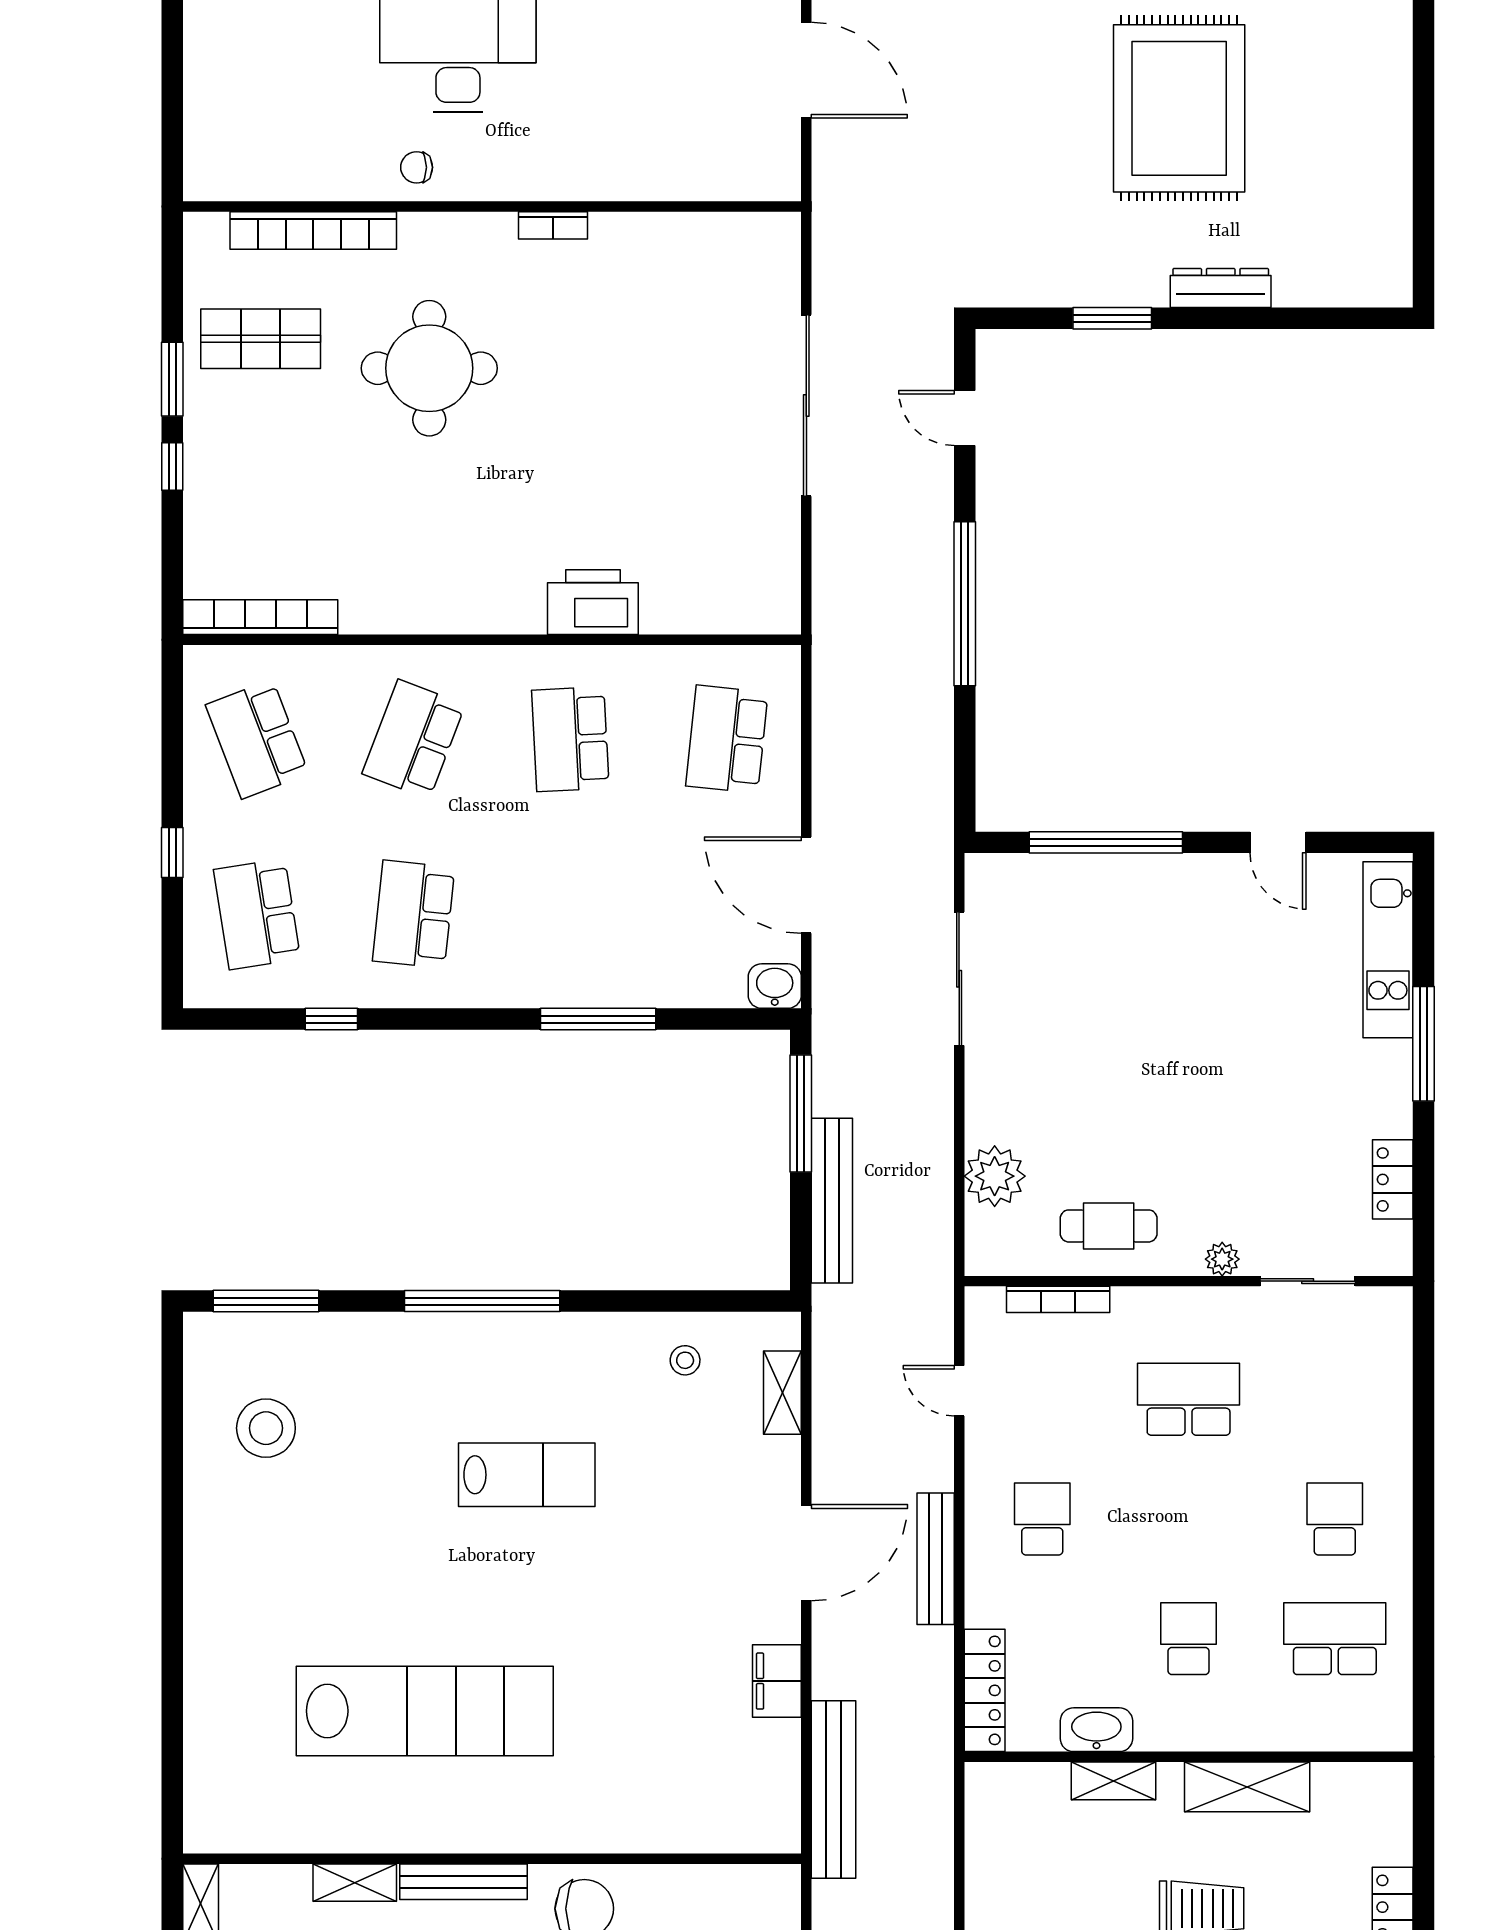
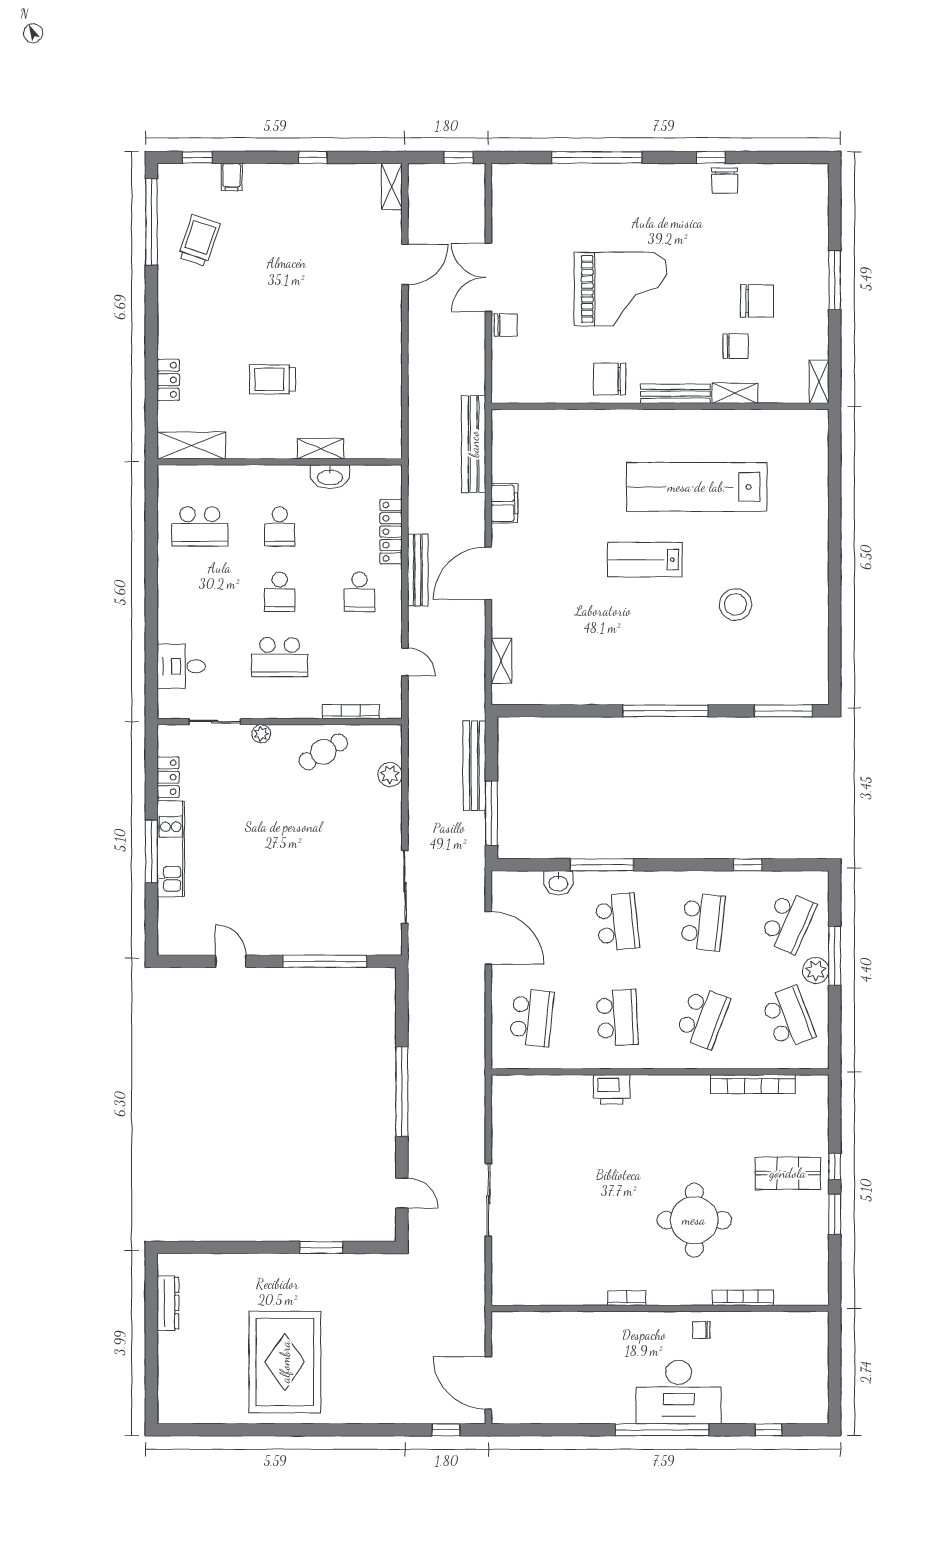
chair: (417, 167) -> (701, 1330), turned 180
bookcase: (313, 231) -> (743, 1298), width x0.68, depth x0.76
dresser: (1221, 288) -> (168, 1303), moved, turned -90
shop shelf: (261, 339) -> (788, 1173), moved
sliding door: (806, 405) -> (488, 1200), width x0.73
printer: (593, 602) -> (612, 1090), width x0.73, depth x0.84
bookcase: (260, 617) -> (753, 1084), moved
plant: (207, 826) -> (816, 970), added
window: (172, 853) -> (835, 956), width x2.17
school desk: (257, 914) -> (788, 922), turned 33
school desk: (570, 914) -> (617, 922), added
kitchen unit: (1388, 950) -> (171, 849), moved
washbasin: (775, 986) -> (558, 883), moved
plant: (995, 1176) -> (390, 775), width x0.73, depth x0.73
cafe table: (1109, 1226) -> (323, 752), turned -31
stool: (685, 1360) -> (555, 678), removed
desk: (1369, 1382) -> (181, 666), added
stool: (266, 1428) -> (736, 604), moved
lab bench: (527, 1475) -> (645, 560), moved
school desk: (1335, 1519) -> (280, 592), moved
locker: (985, 1690) -> (391, 532), moved
shelving: (1247, 1787) -> (191, 446), moved

